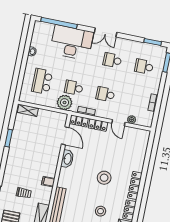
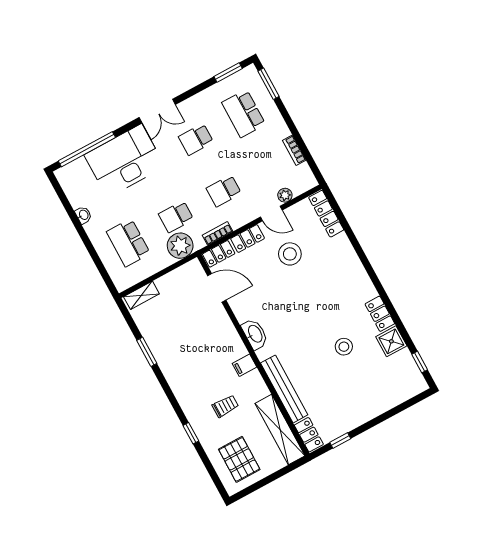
school desk: (144, 67) -> (244, 113), width x1.85
washbasin: (67, 159) -> (255, 334), moved
stool: (104, 178) -> (290, 254), moved
locker: (135, 186) -> (326, 214), moved

